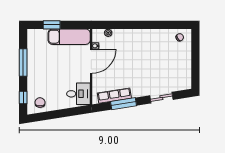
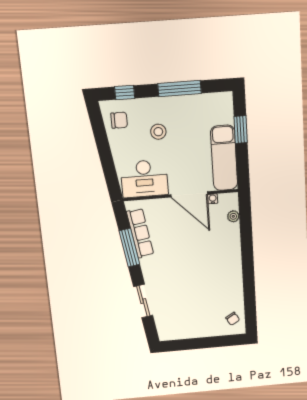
stool: (49, 78) -> (158, 132), added
desk: (78, 94) -> (144, 179), width x1.37

